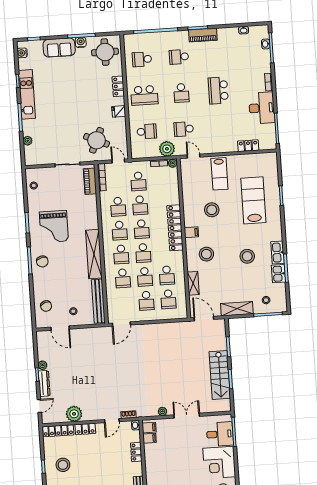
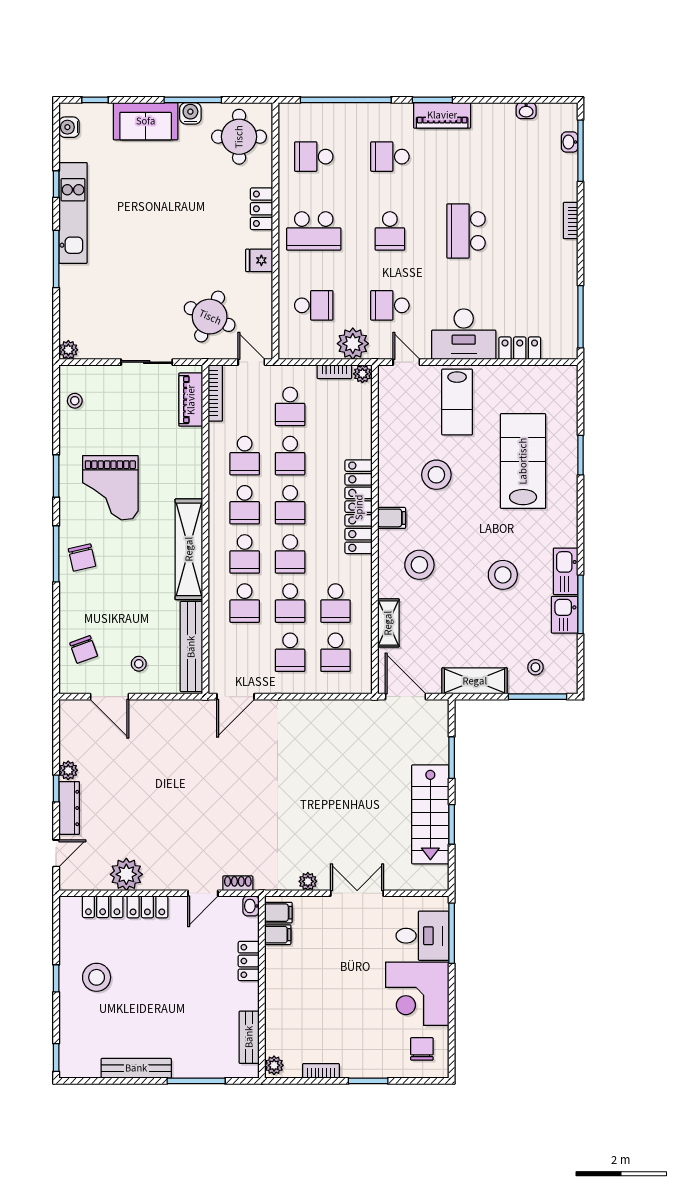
desk: (262, 108) -> (464, 334), moved, turned 90
plant: (28, 141) -> (68, 350), moved
locker: (58, 431) -> (103, 907), width x0.66

